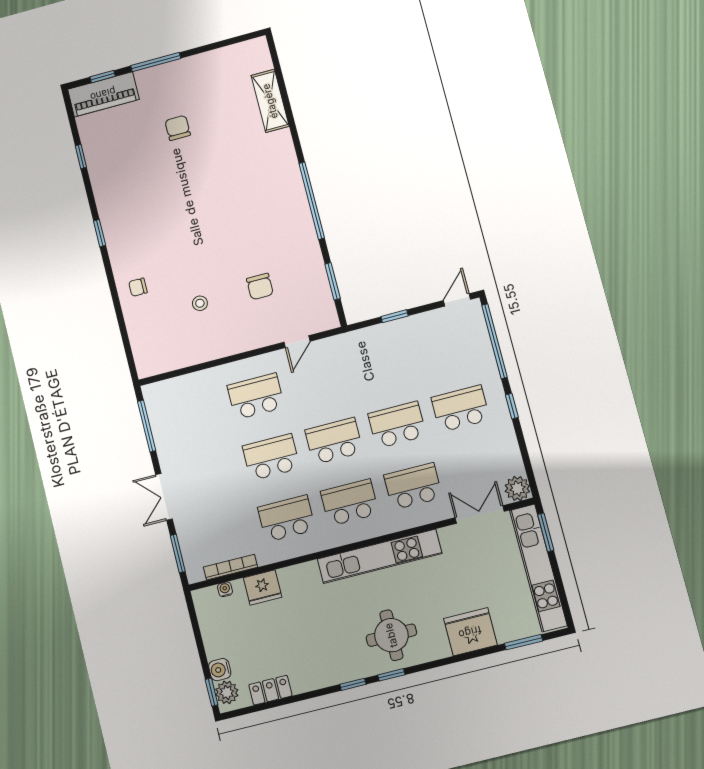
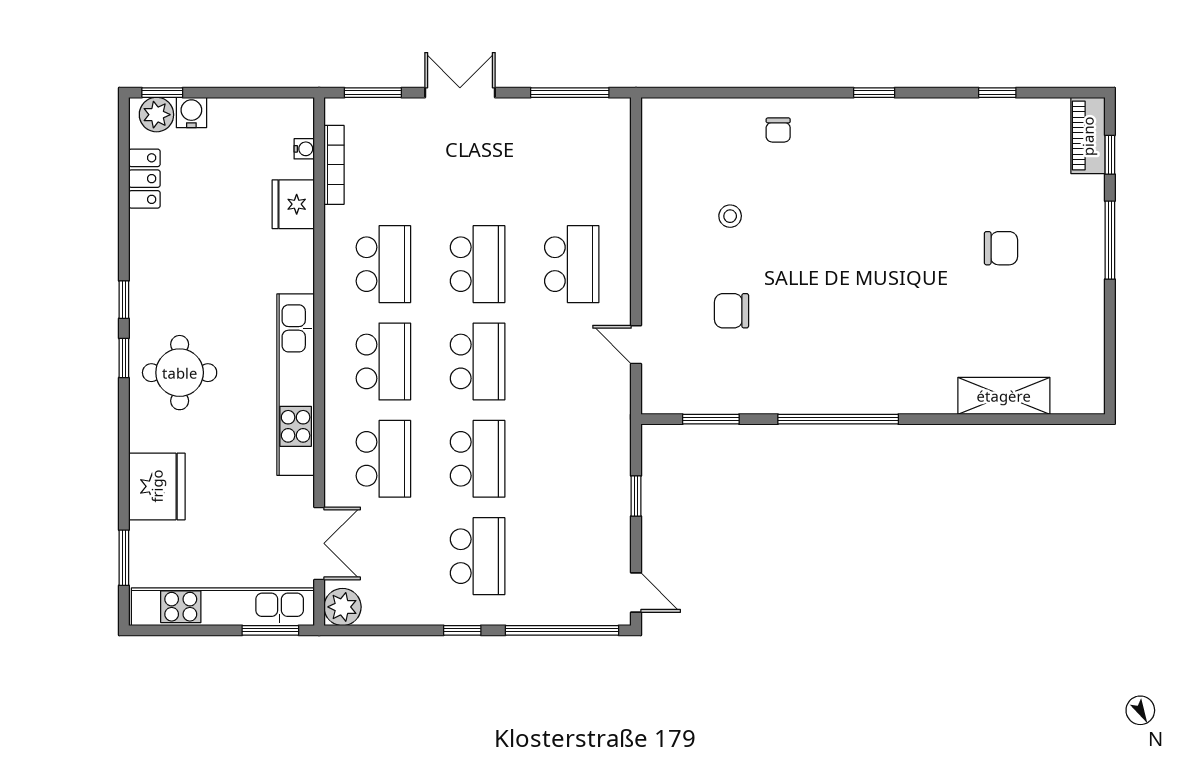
piano: (103, 94) -> (1088, 136), width x0.73, depth x0.75
chair: (138, 287) -> (778, 130), turned 180

